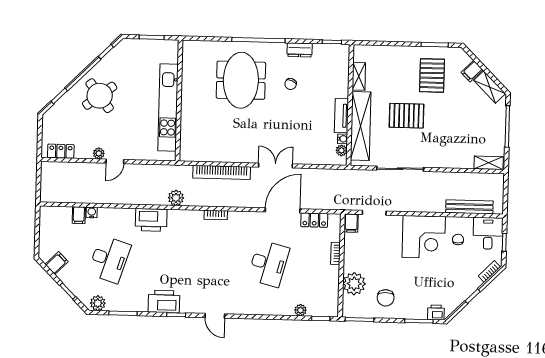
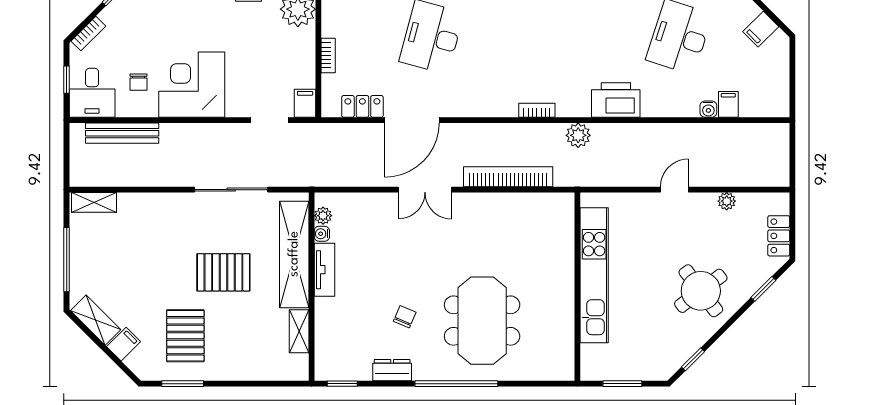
locker: (61, 151) -> (779, 236), moved, turned 90
plant: (99, 153) -> (727, 201), moved
bookcase: (216, 215) -> (537, 110), moved

